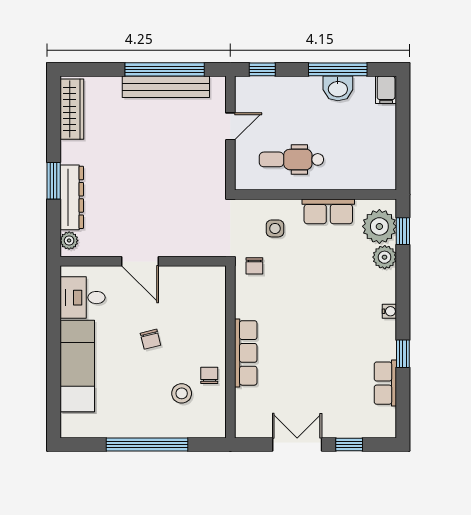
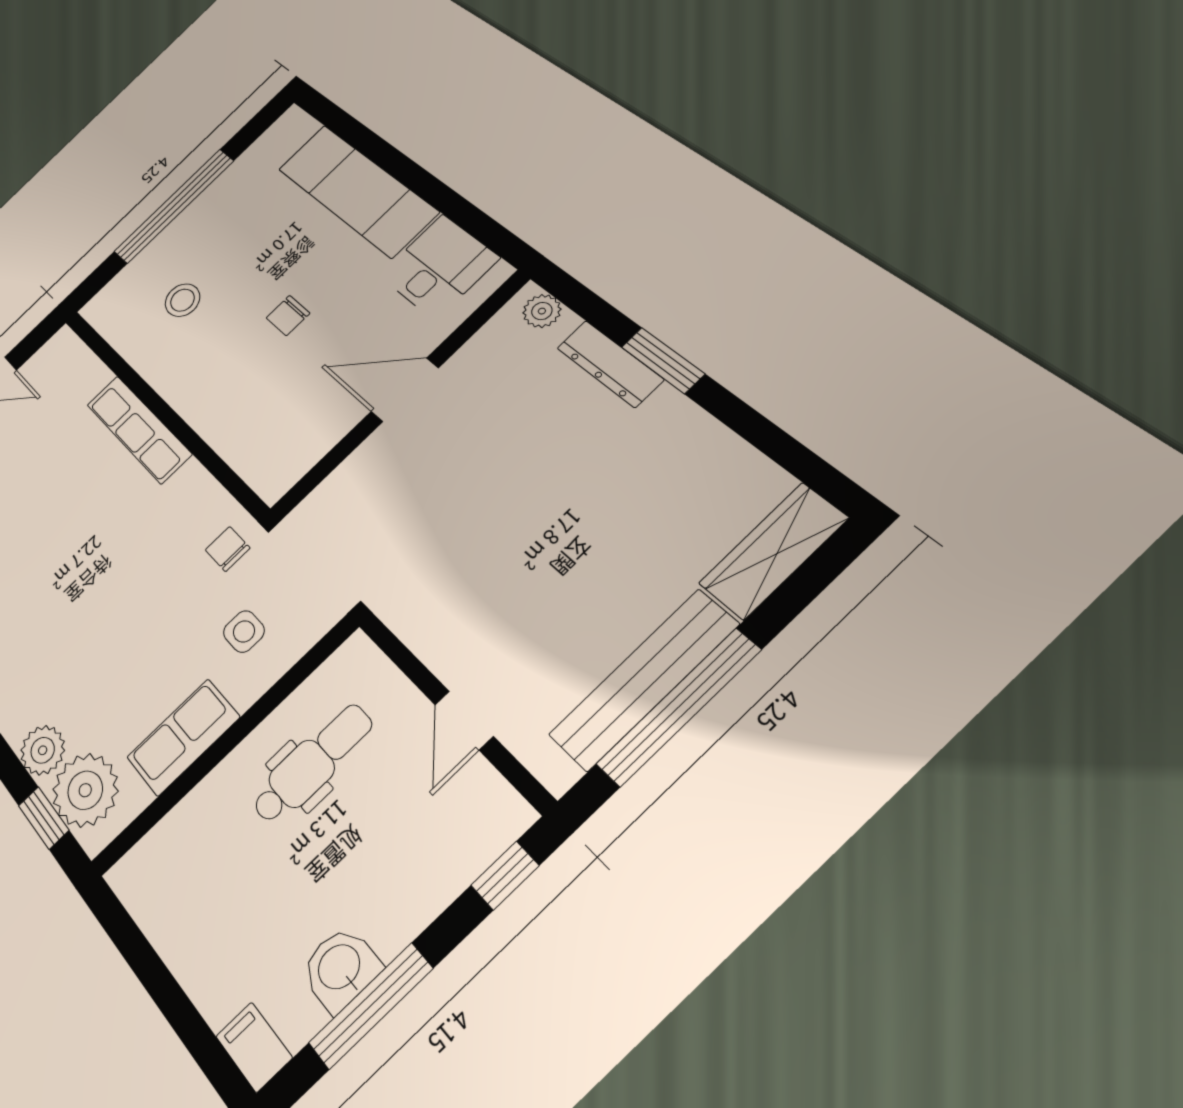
wardrobe: (72, 109) -> (773, 551), moved, turned 90
dresser: (72, 197) -> (610, 364), width x0.73, depth x0.80
chair: (150, 339) -> (288, 316), turned -76
chair: (209, 375) -> (165, 355), removed

